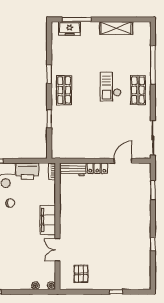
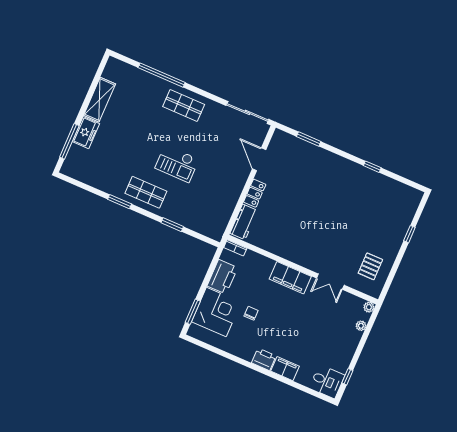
freezer: (70, 28) -> (86, 133), moved
checkout: (111, 87) -> (177, 164), moved
pallet: (81, 274) -> (370, 266), turned 90

